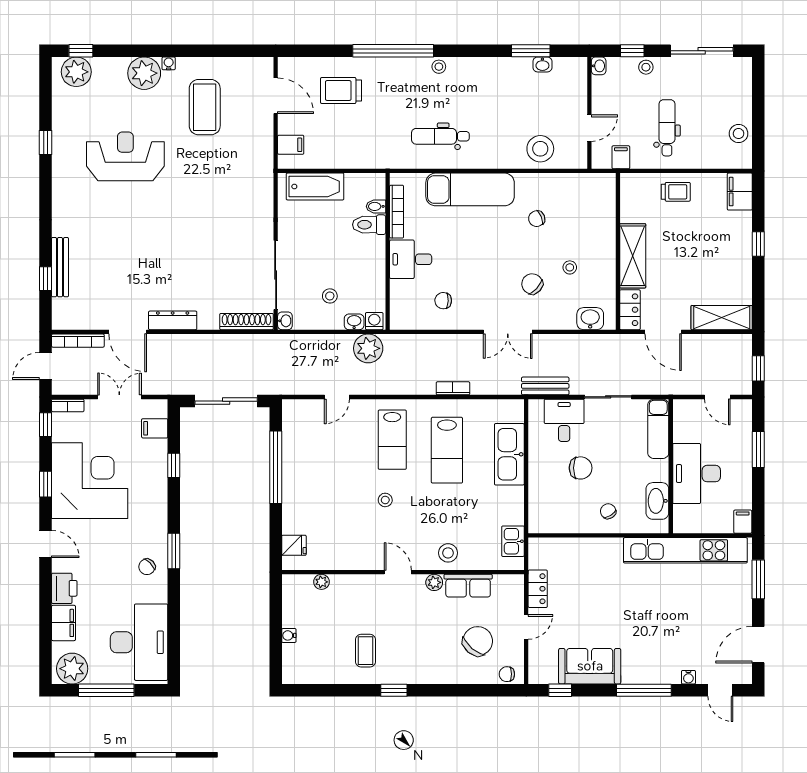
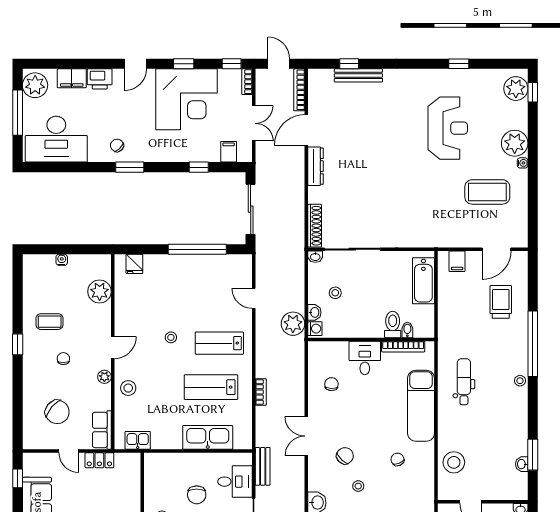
plant: (321, 582) -> (100, 291), width x1.88, depth x1.88
row of seats: (468, 586) -> (102, 430), moved
chair: (507, 674) -> (63, 359), moved

